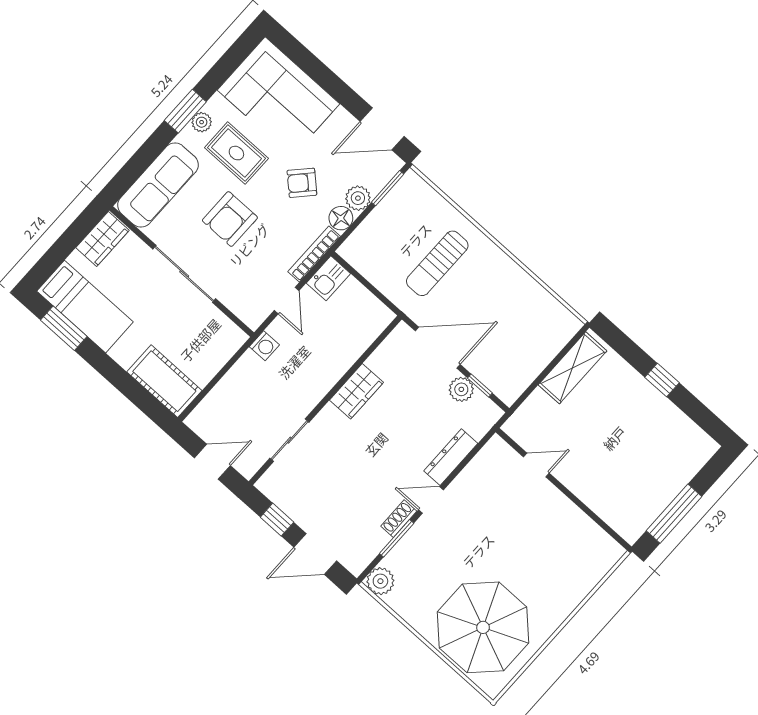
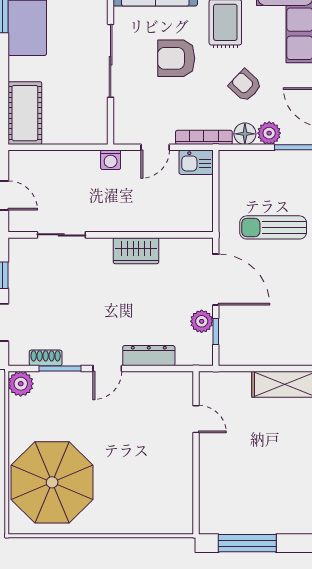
door: (431, 500) -> (107, 368), swing flipped
shoe rack: (399, 519) -> (46, 358), moved

